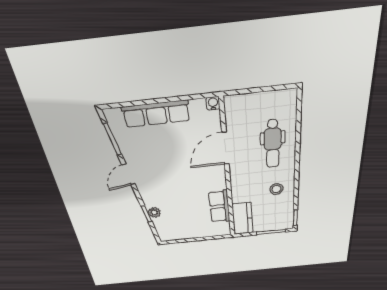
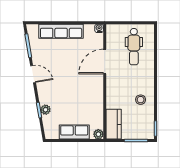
dental chair: (273, 144) -> (134, 47), moved
door: (129, 174) -> (33, 74), swing flipped
row of seats: (219, 207) -> (74, 132), moved, turned 90
plant: (225, 230) -> (98, 134), added

